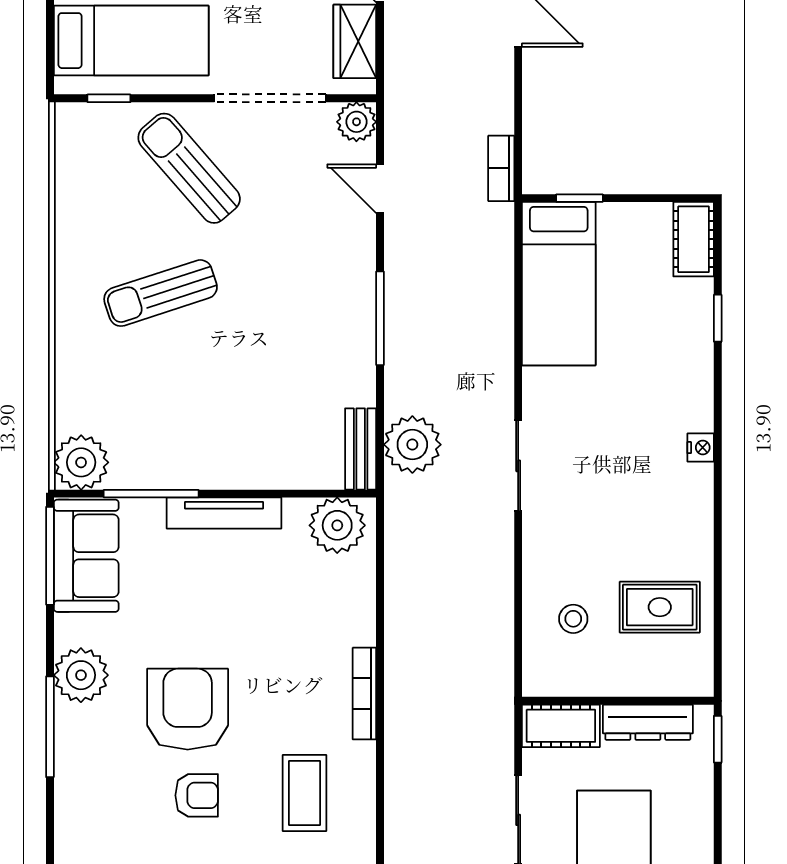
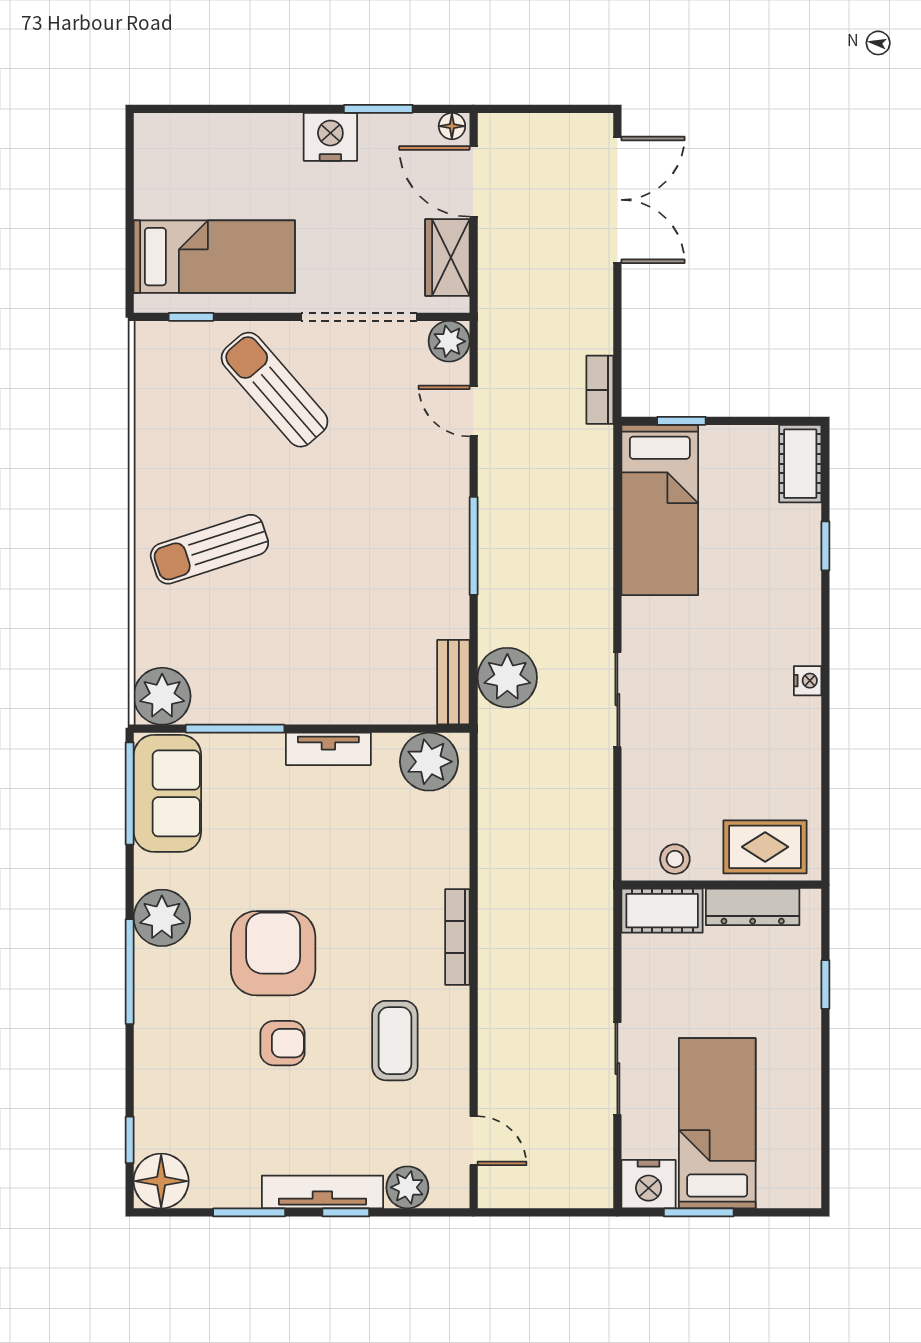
sun lounger: (161, 293) -> (209, 549), moved
tv unit: (224, 513) -> (328, 749), width x0.71
wall: (618, 701) -> (721, 885), moved
dresser: (648, 722) -> (753, 907), moved
cot: (561, 726) -> (662, 911), moved

